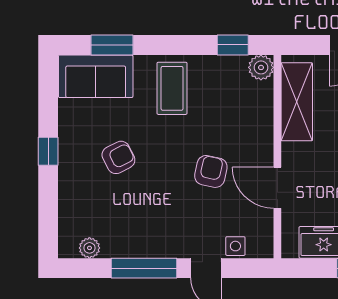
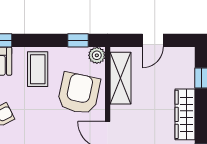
armchair: (211, 171) -> (79, 93), moved, width x1.88, depth x1.88

